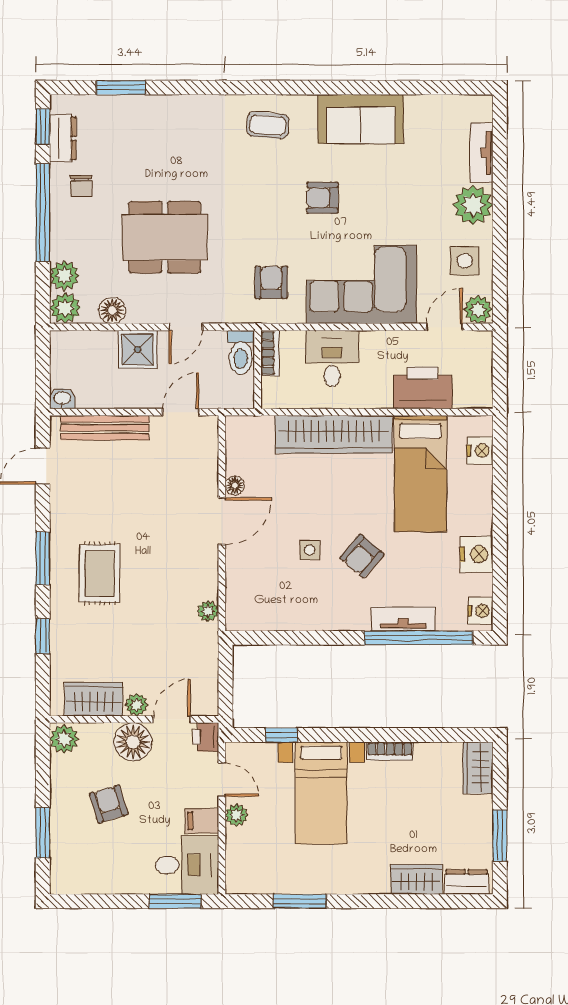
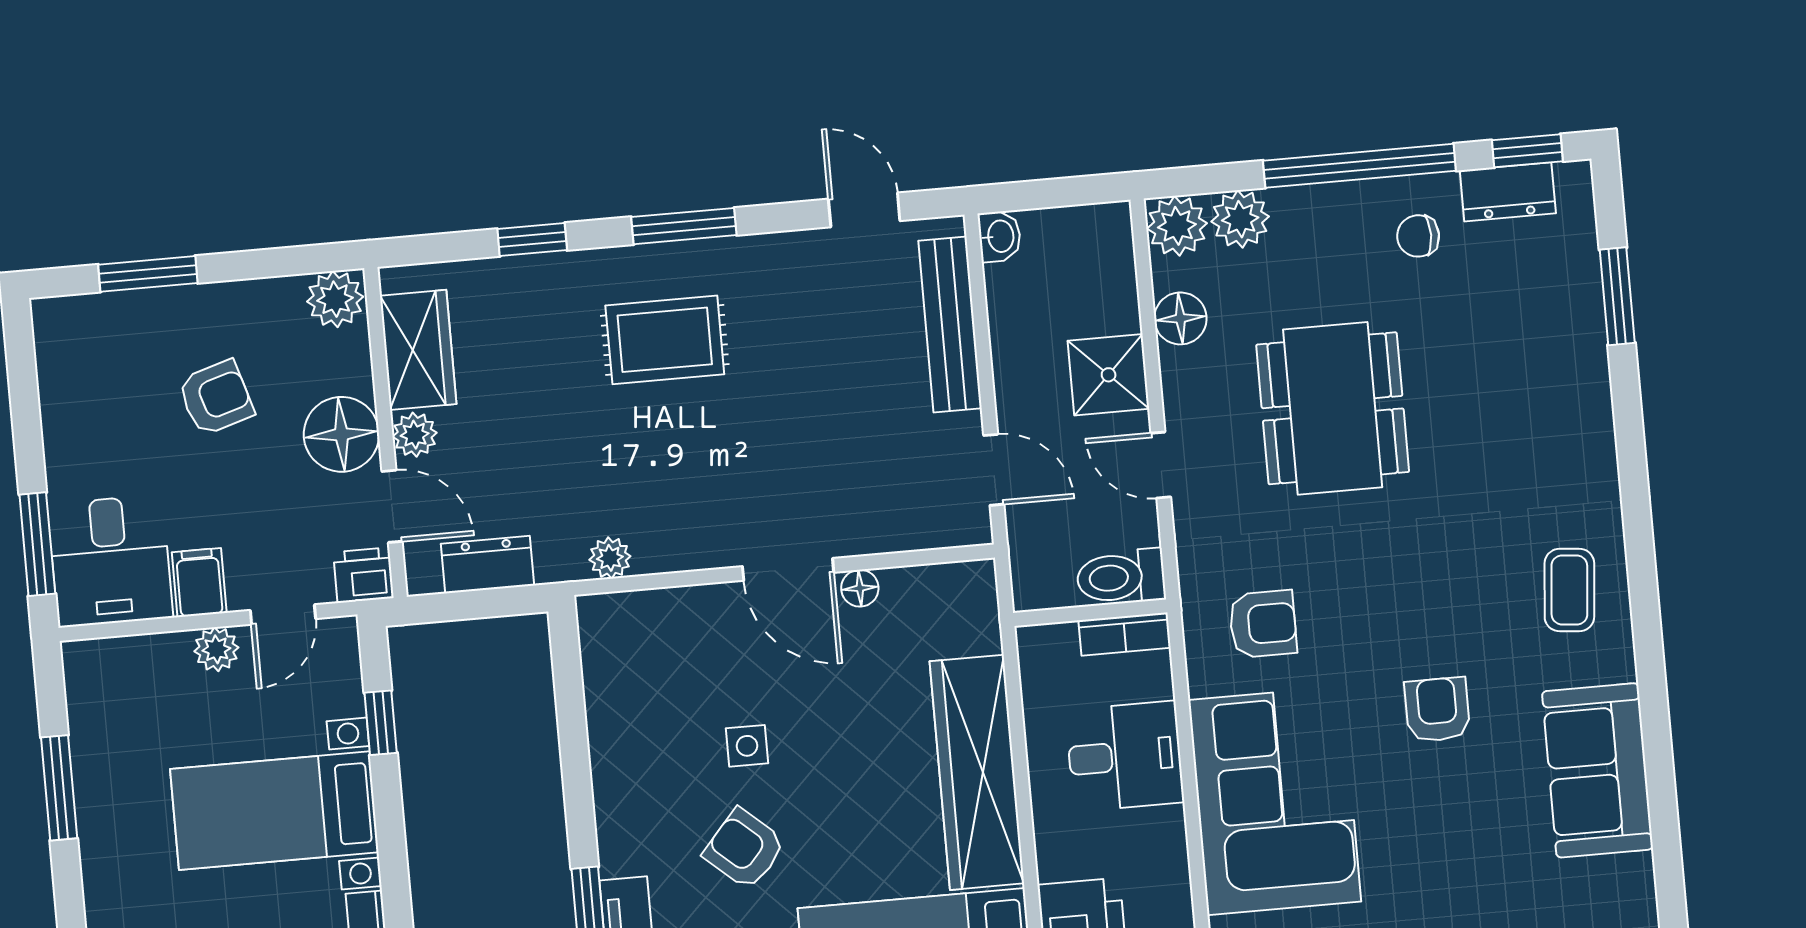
dresser: (206, 674) -> (487, 565), added

